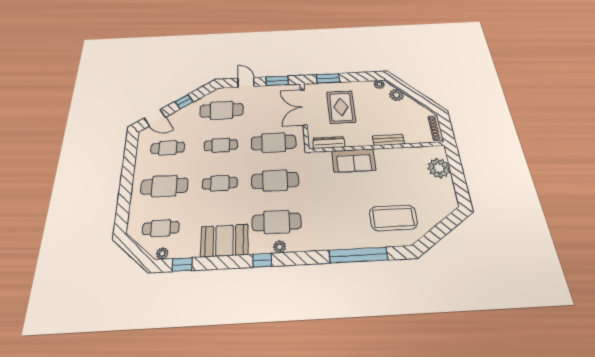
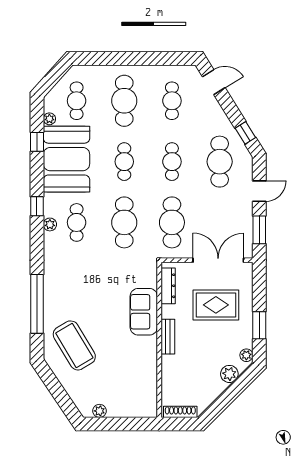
window: (328, 78) -> (259, 325), moved
window: (184, 102) -> (245, 133), moved
door: (155, 118) -> (214, 82), swing flipped
bench: (388, 140) -> (168, 337), moved
plant: (439, 168) -> (100, 411), moved, width x0.53, depth x0.53
coffee table: (393, 218) -> (74, 345), turned -31
cafe table: (277, 222) -> (77, 222), width x0.73, depth x0.74
booth: (224, 240) -> (66, 159), width x1.36, depth x1.42
plant: (162, 253) -> (49, 119), moved
window: (182, 265) -> (37, 142), moved

